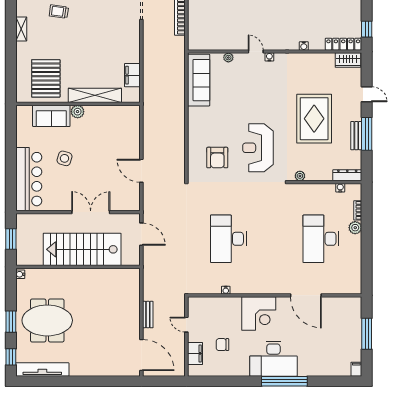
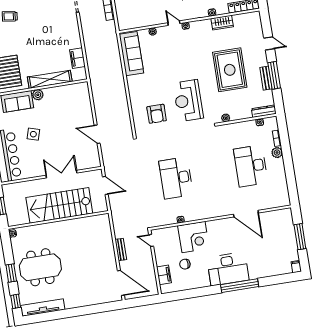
wardrobe: (348, 60) -> (222, 23), moved
corner desk: (259, 314) -> (194, 237), moved
door: (186, 325) -> (151, 240), moved

